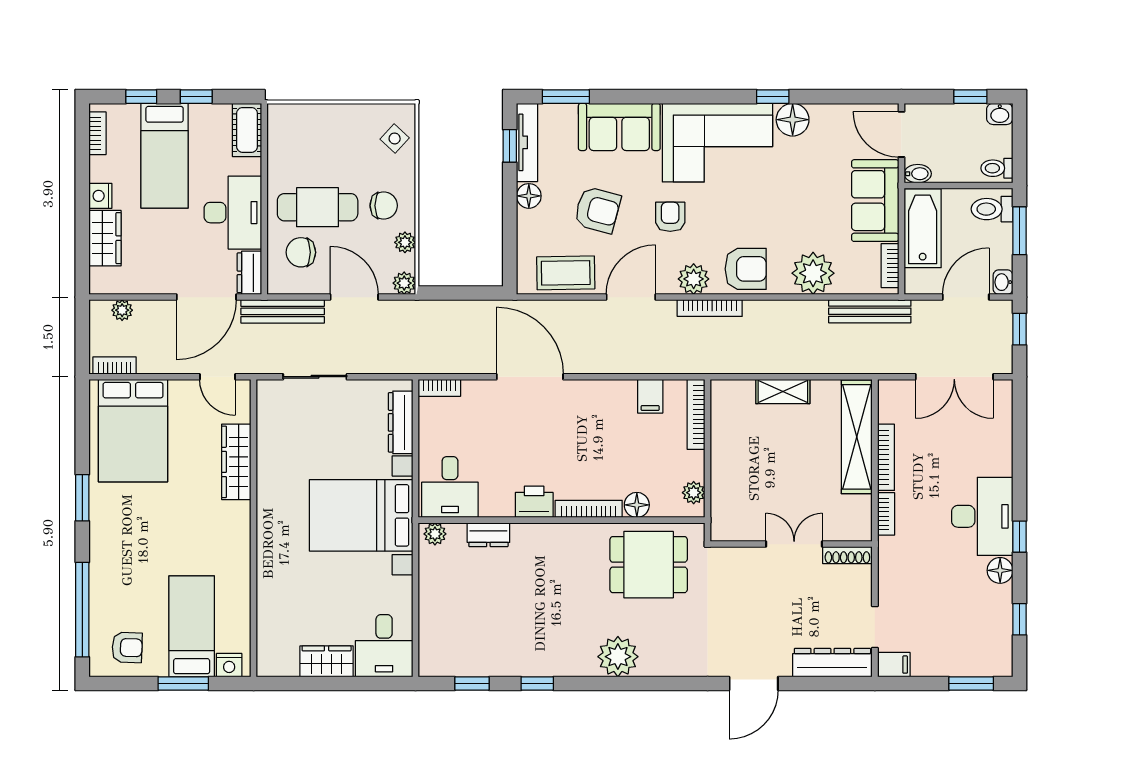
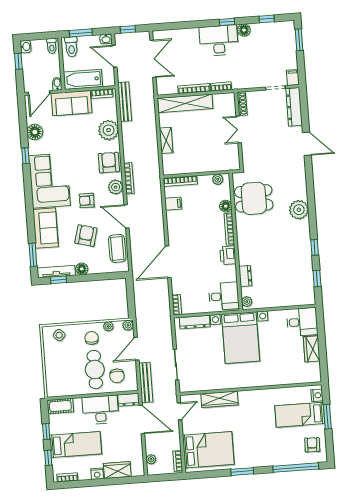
floor lamp: (793, 120) -> (35, 132), moved
dining table: (649, 565) -> (254, 198), turned 90

